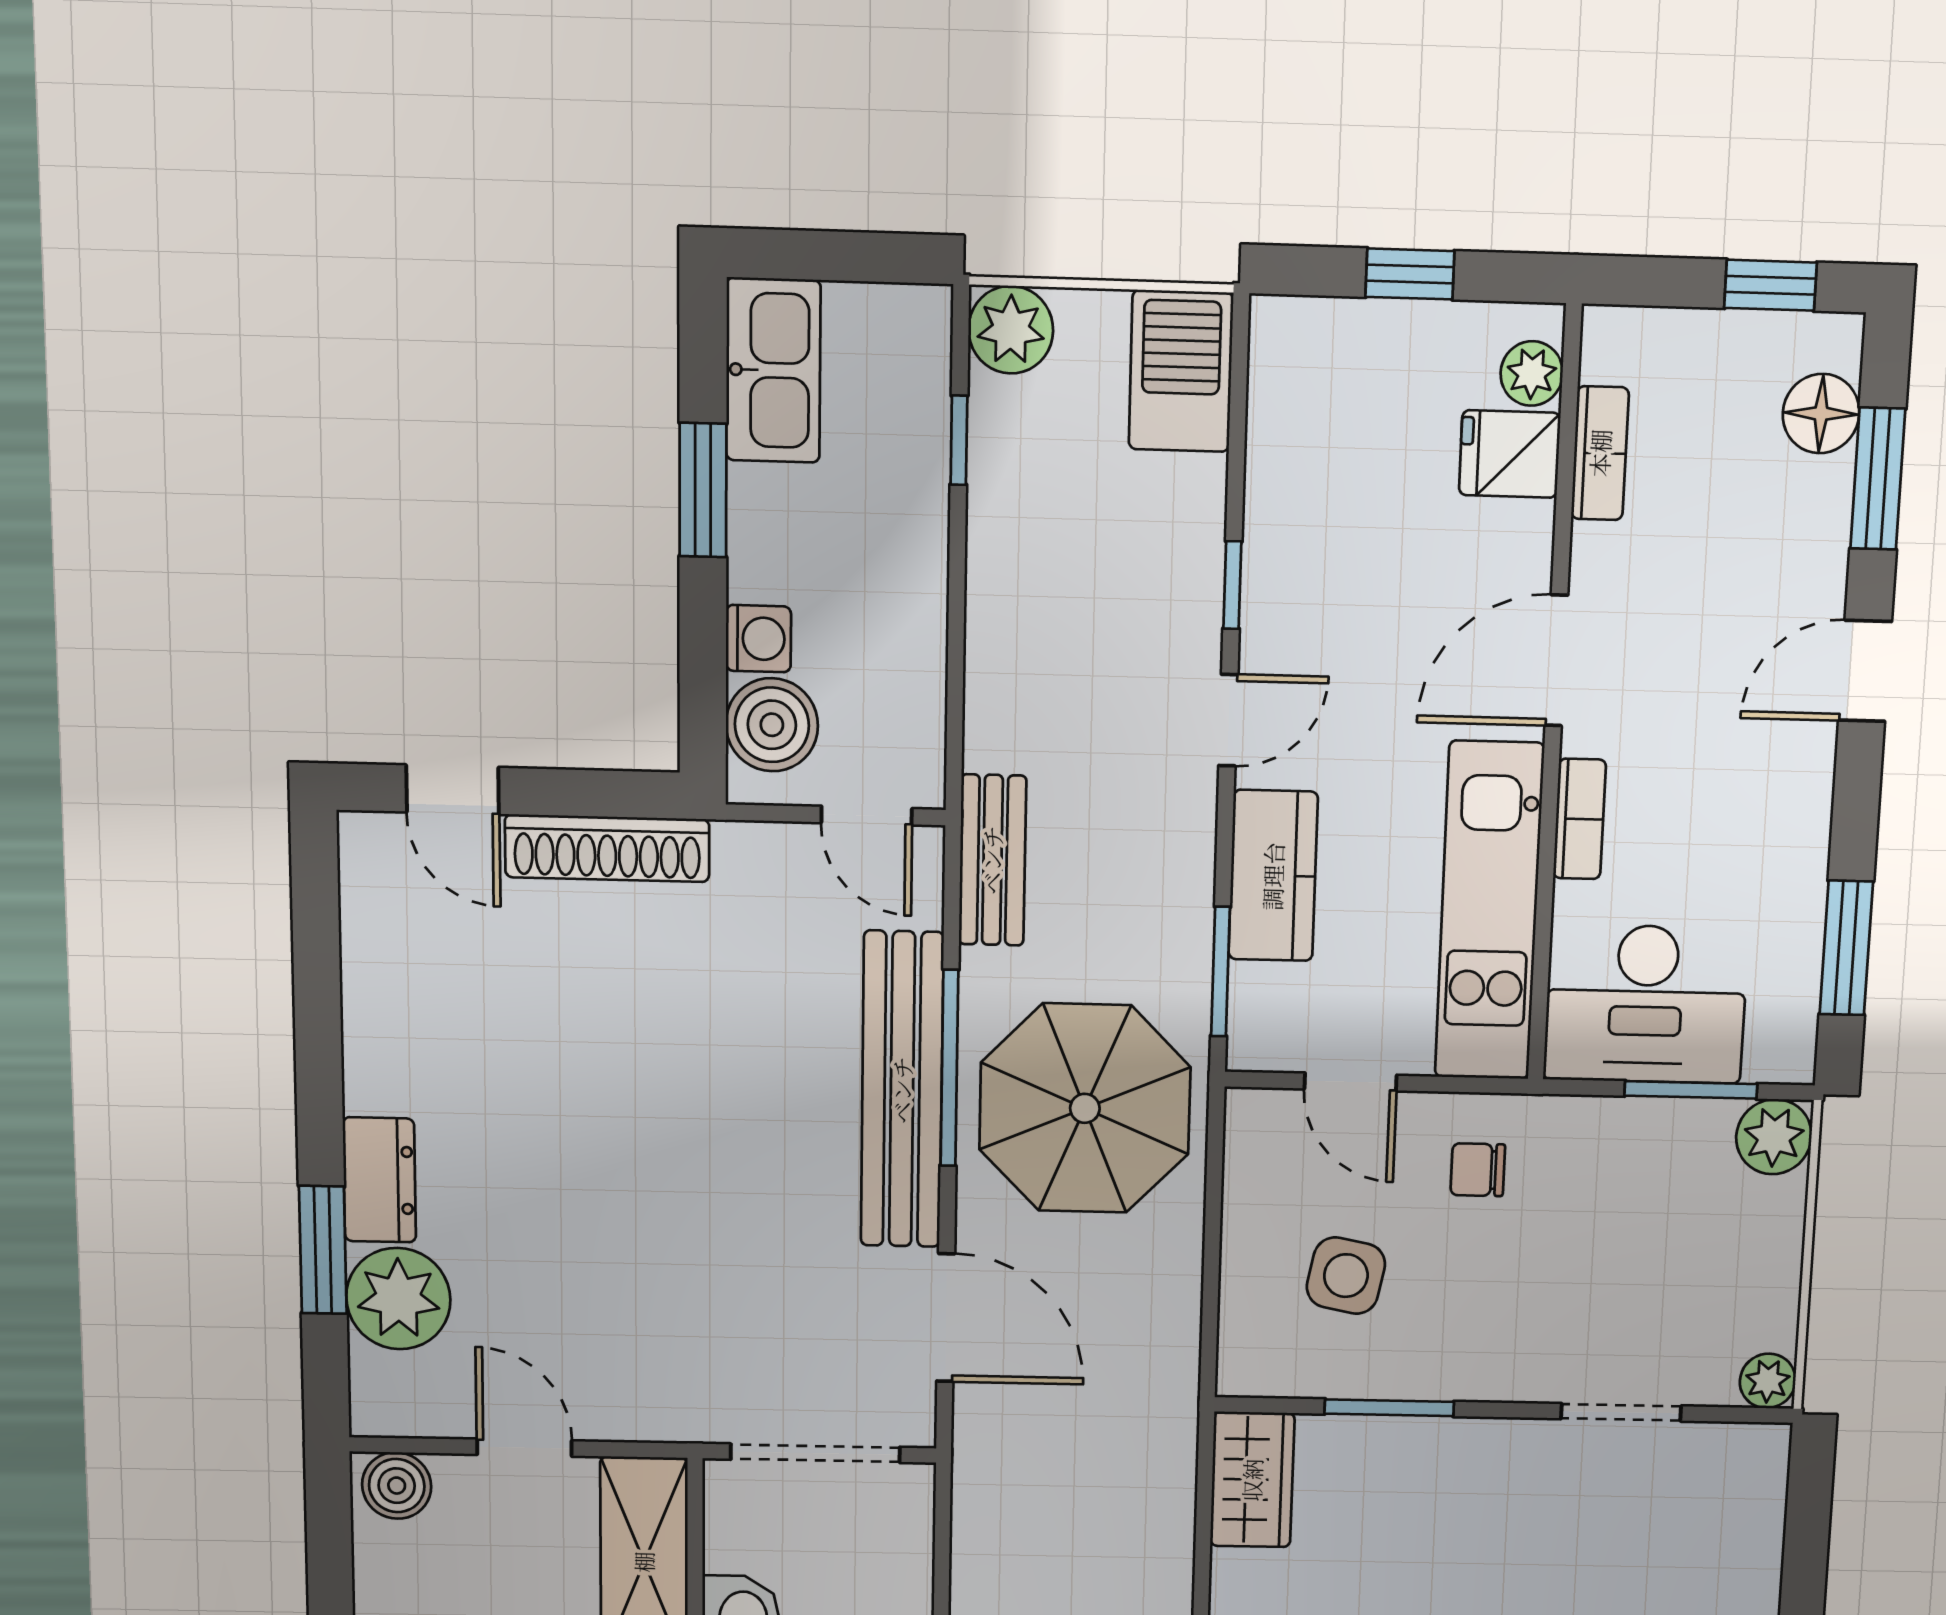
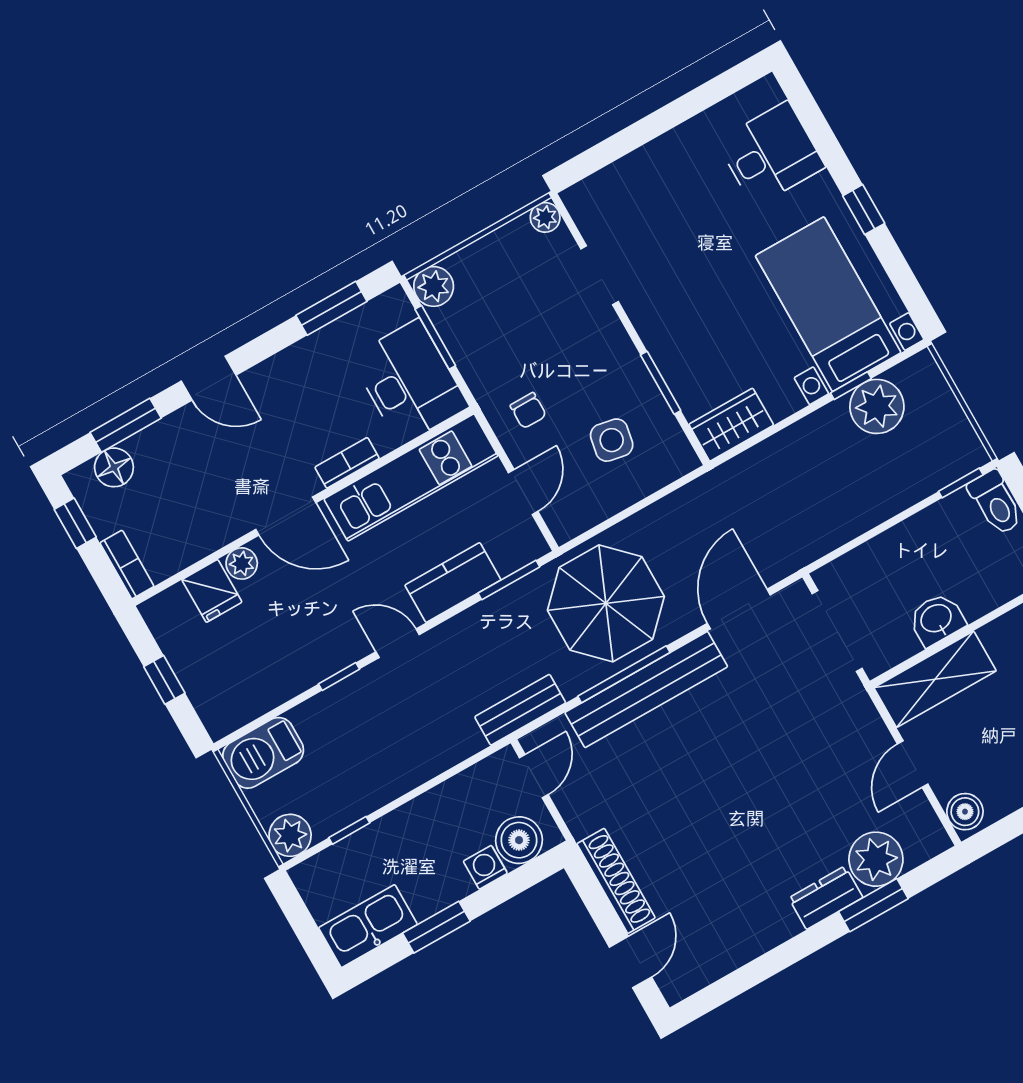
plant: (1532, 373) -> (242, 563), moved
bookcase: (1600, 453) -> (127, 565), moved, turned 90

